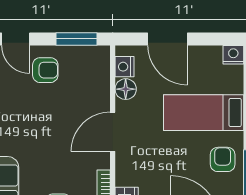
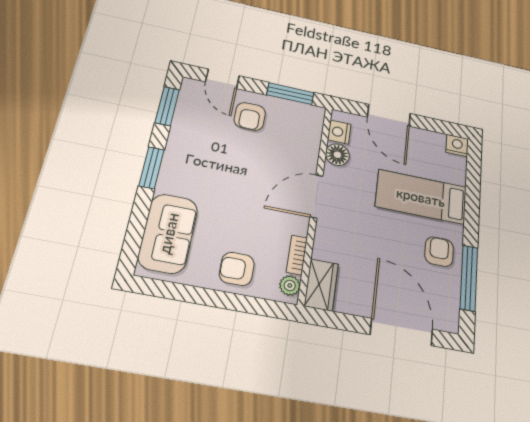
armchair: (45, 70) -> (250, 116), turned 90

